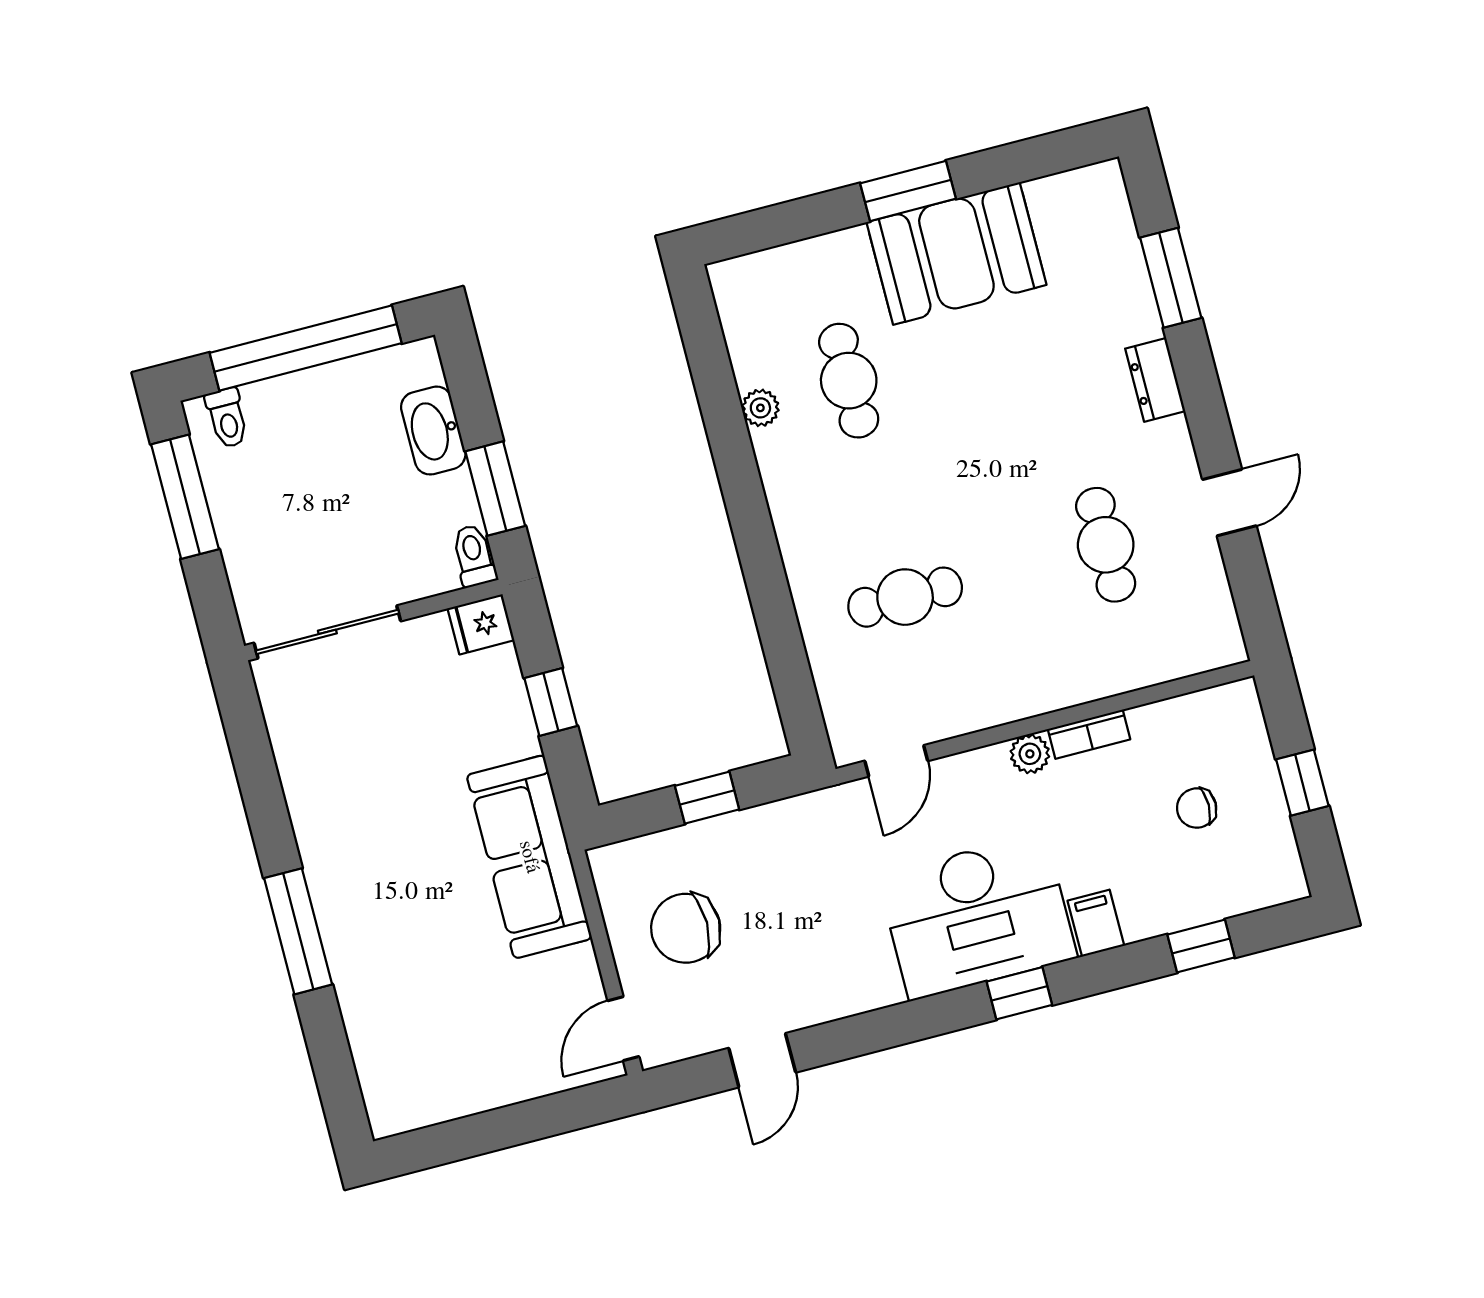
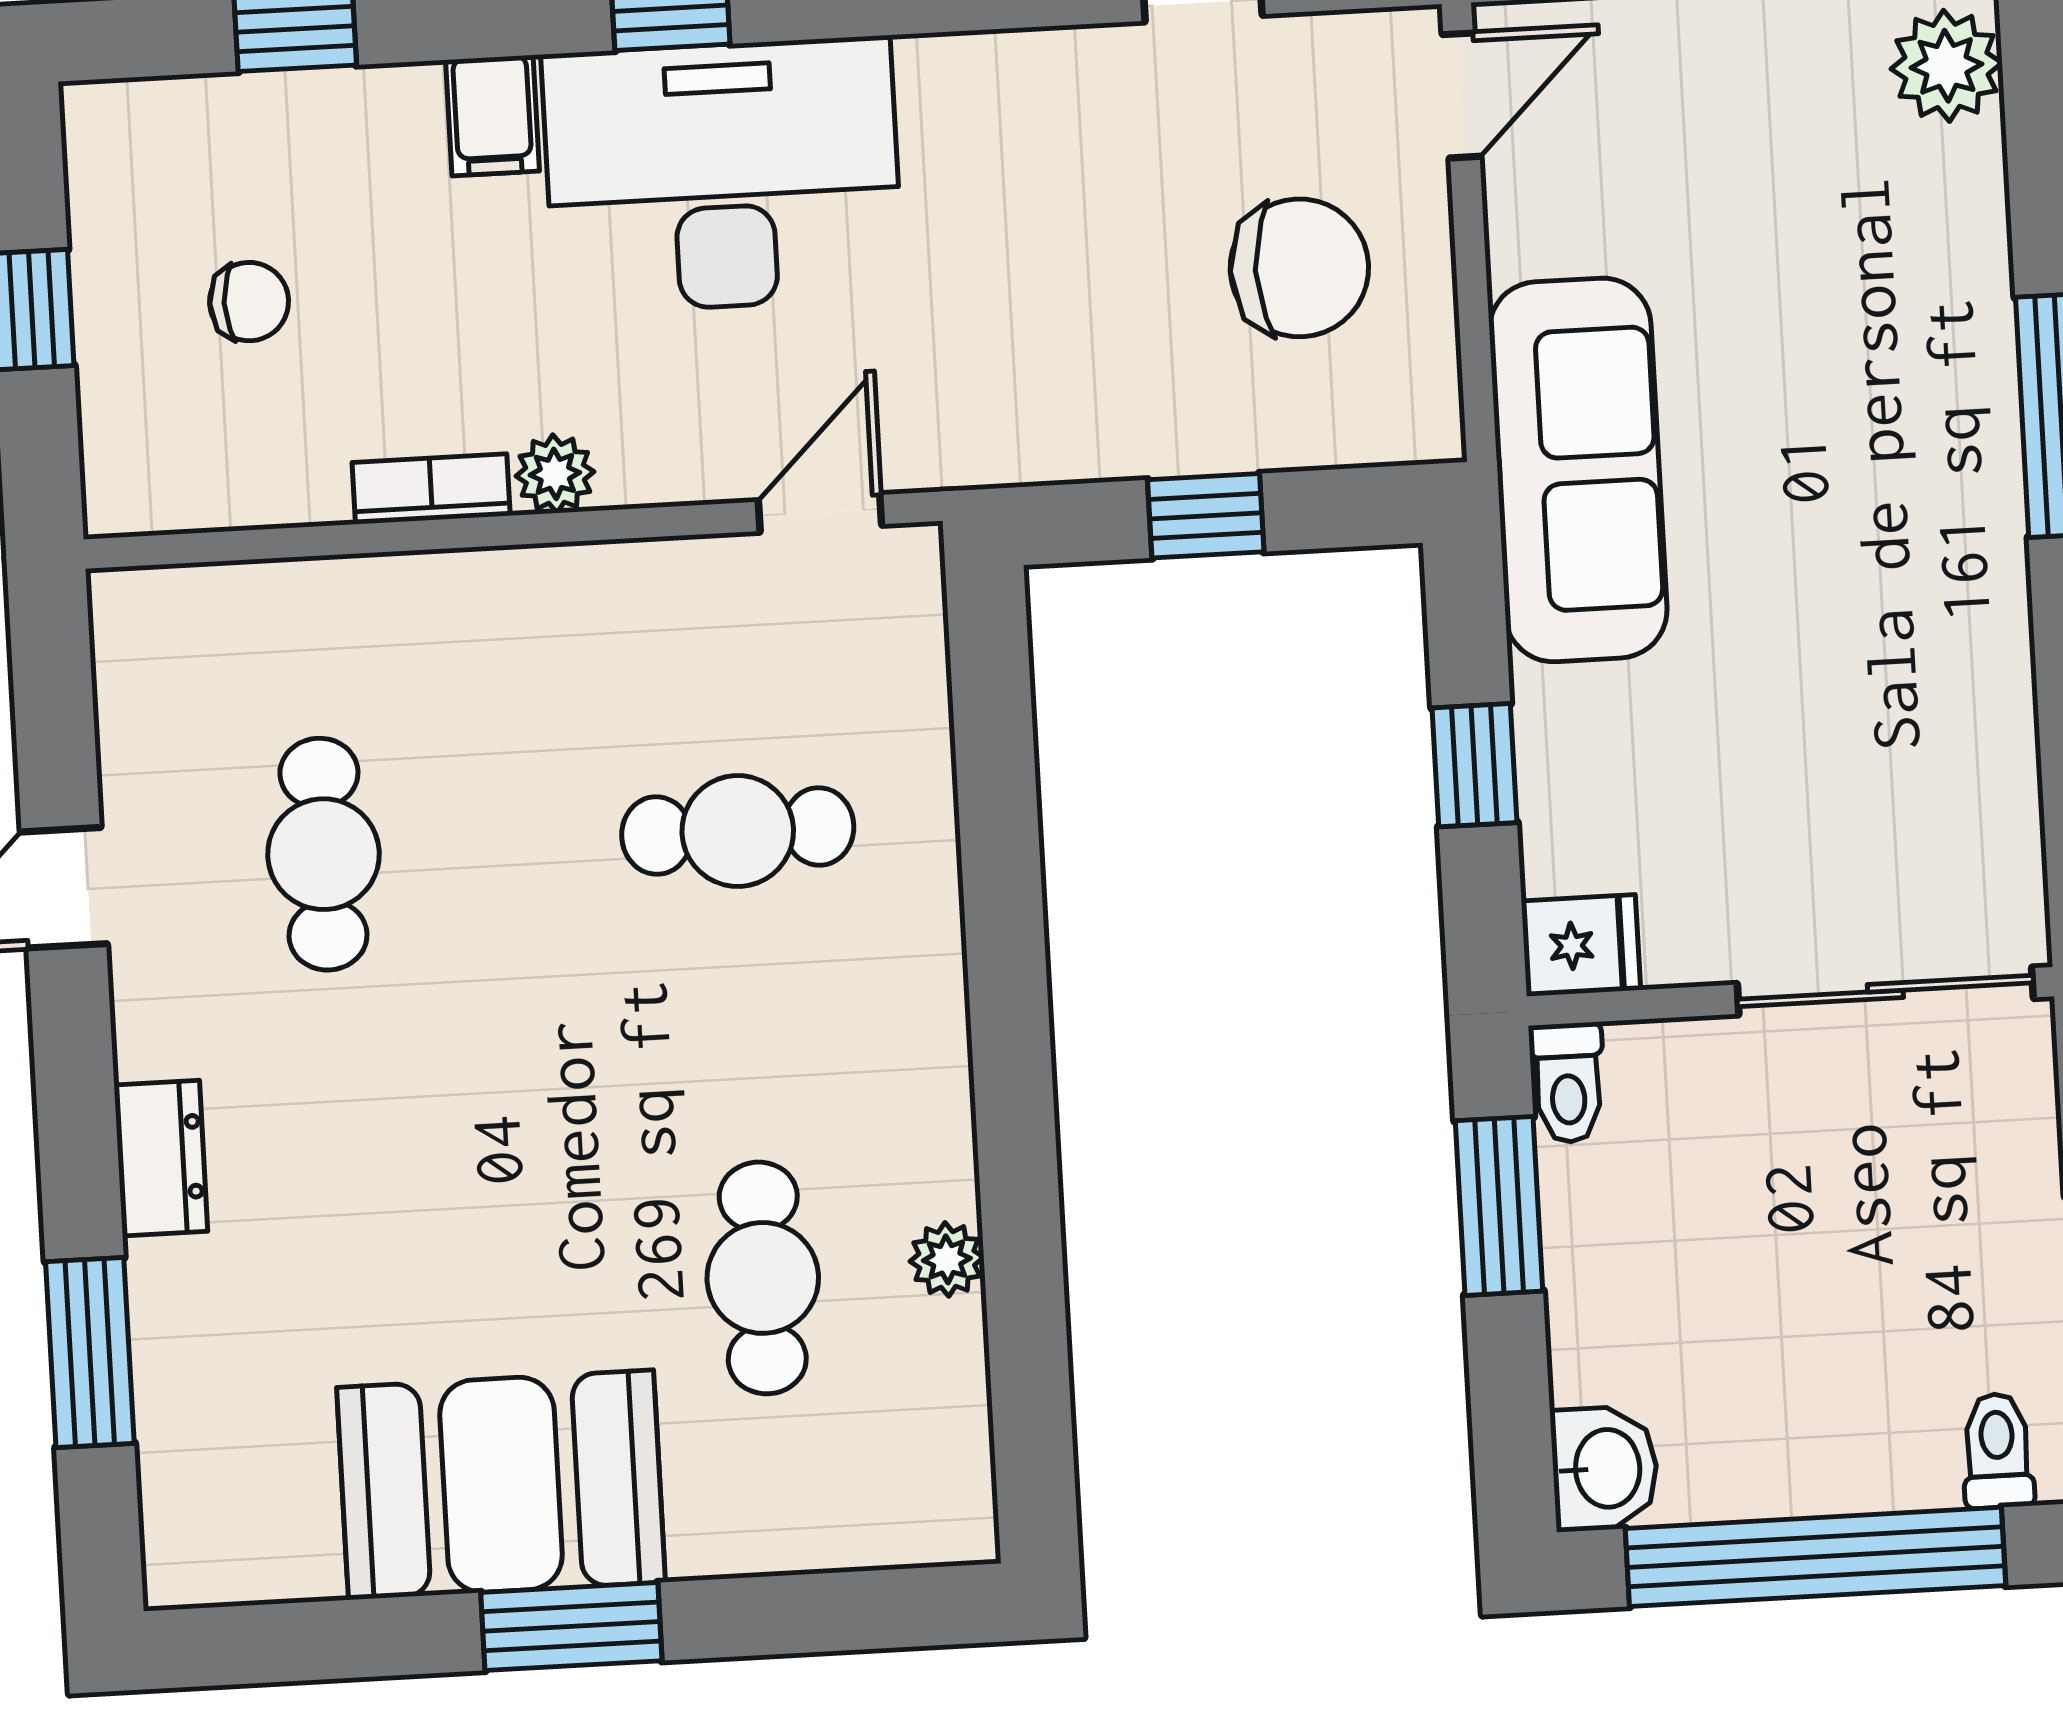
washbasin: (433, 431) -> (1605, 1469), moved, width x0.72
plant: (389, 1091) -> (1946, 66), added

